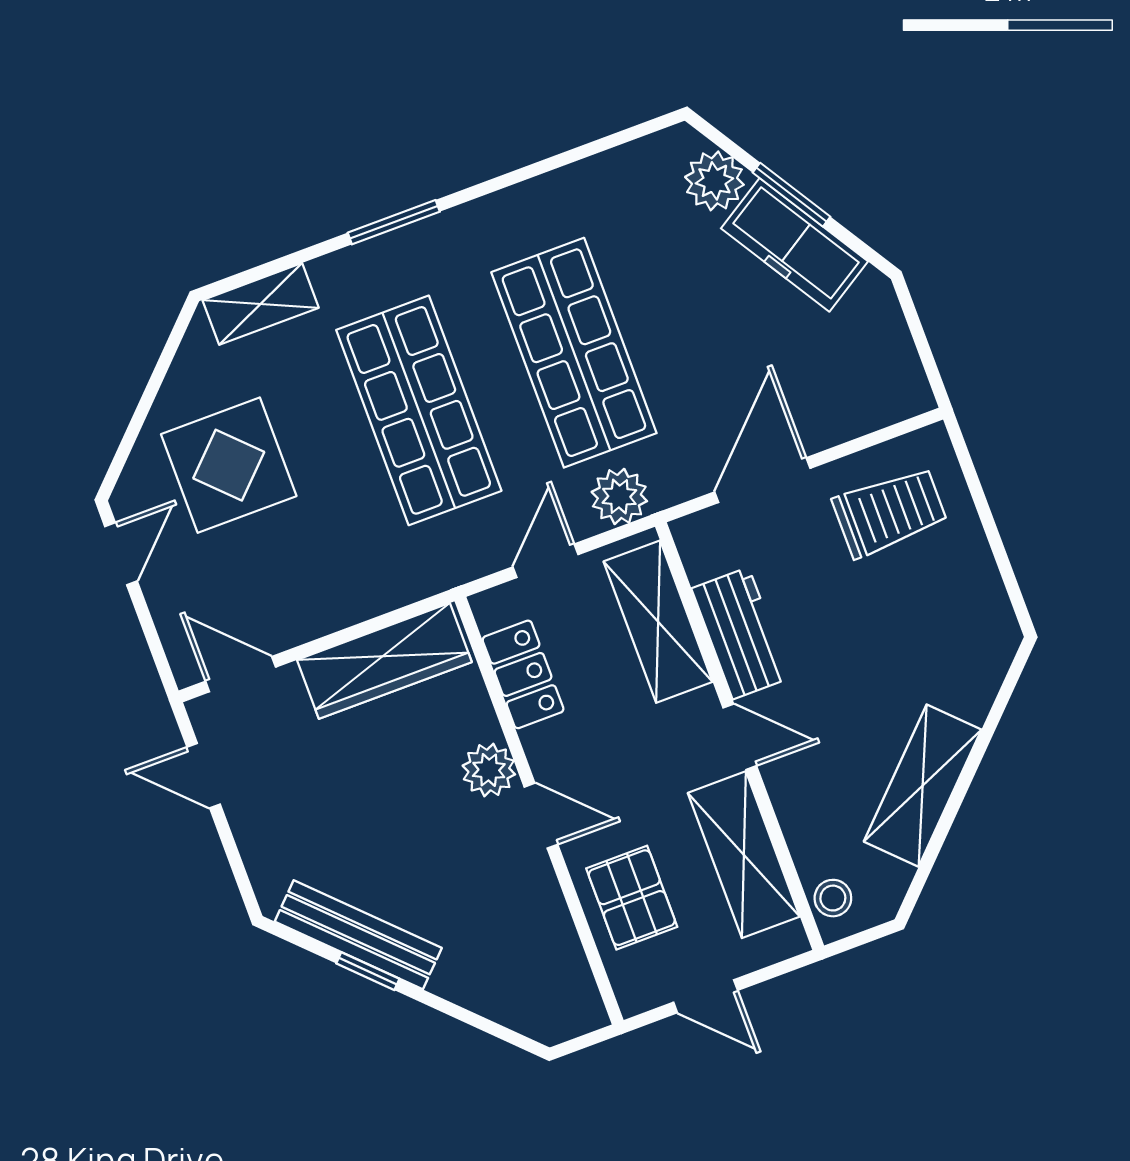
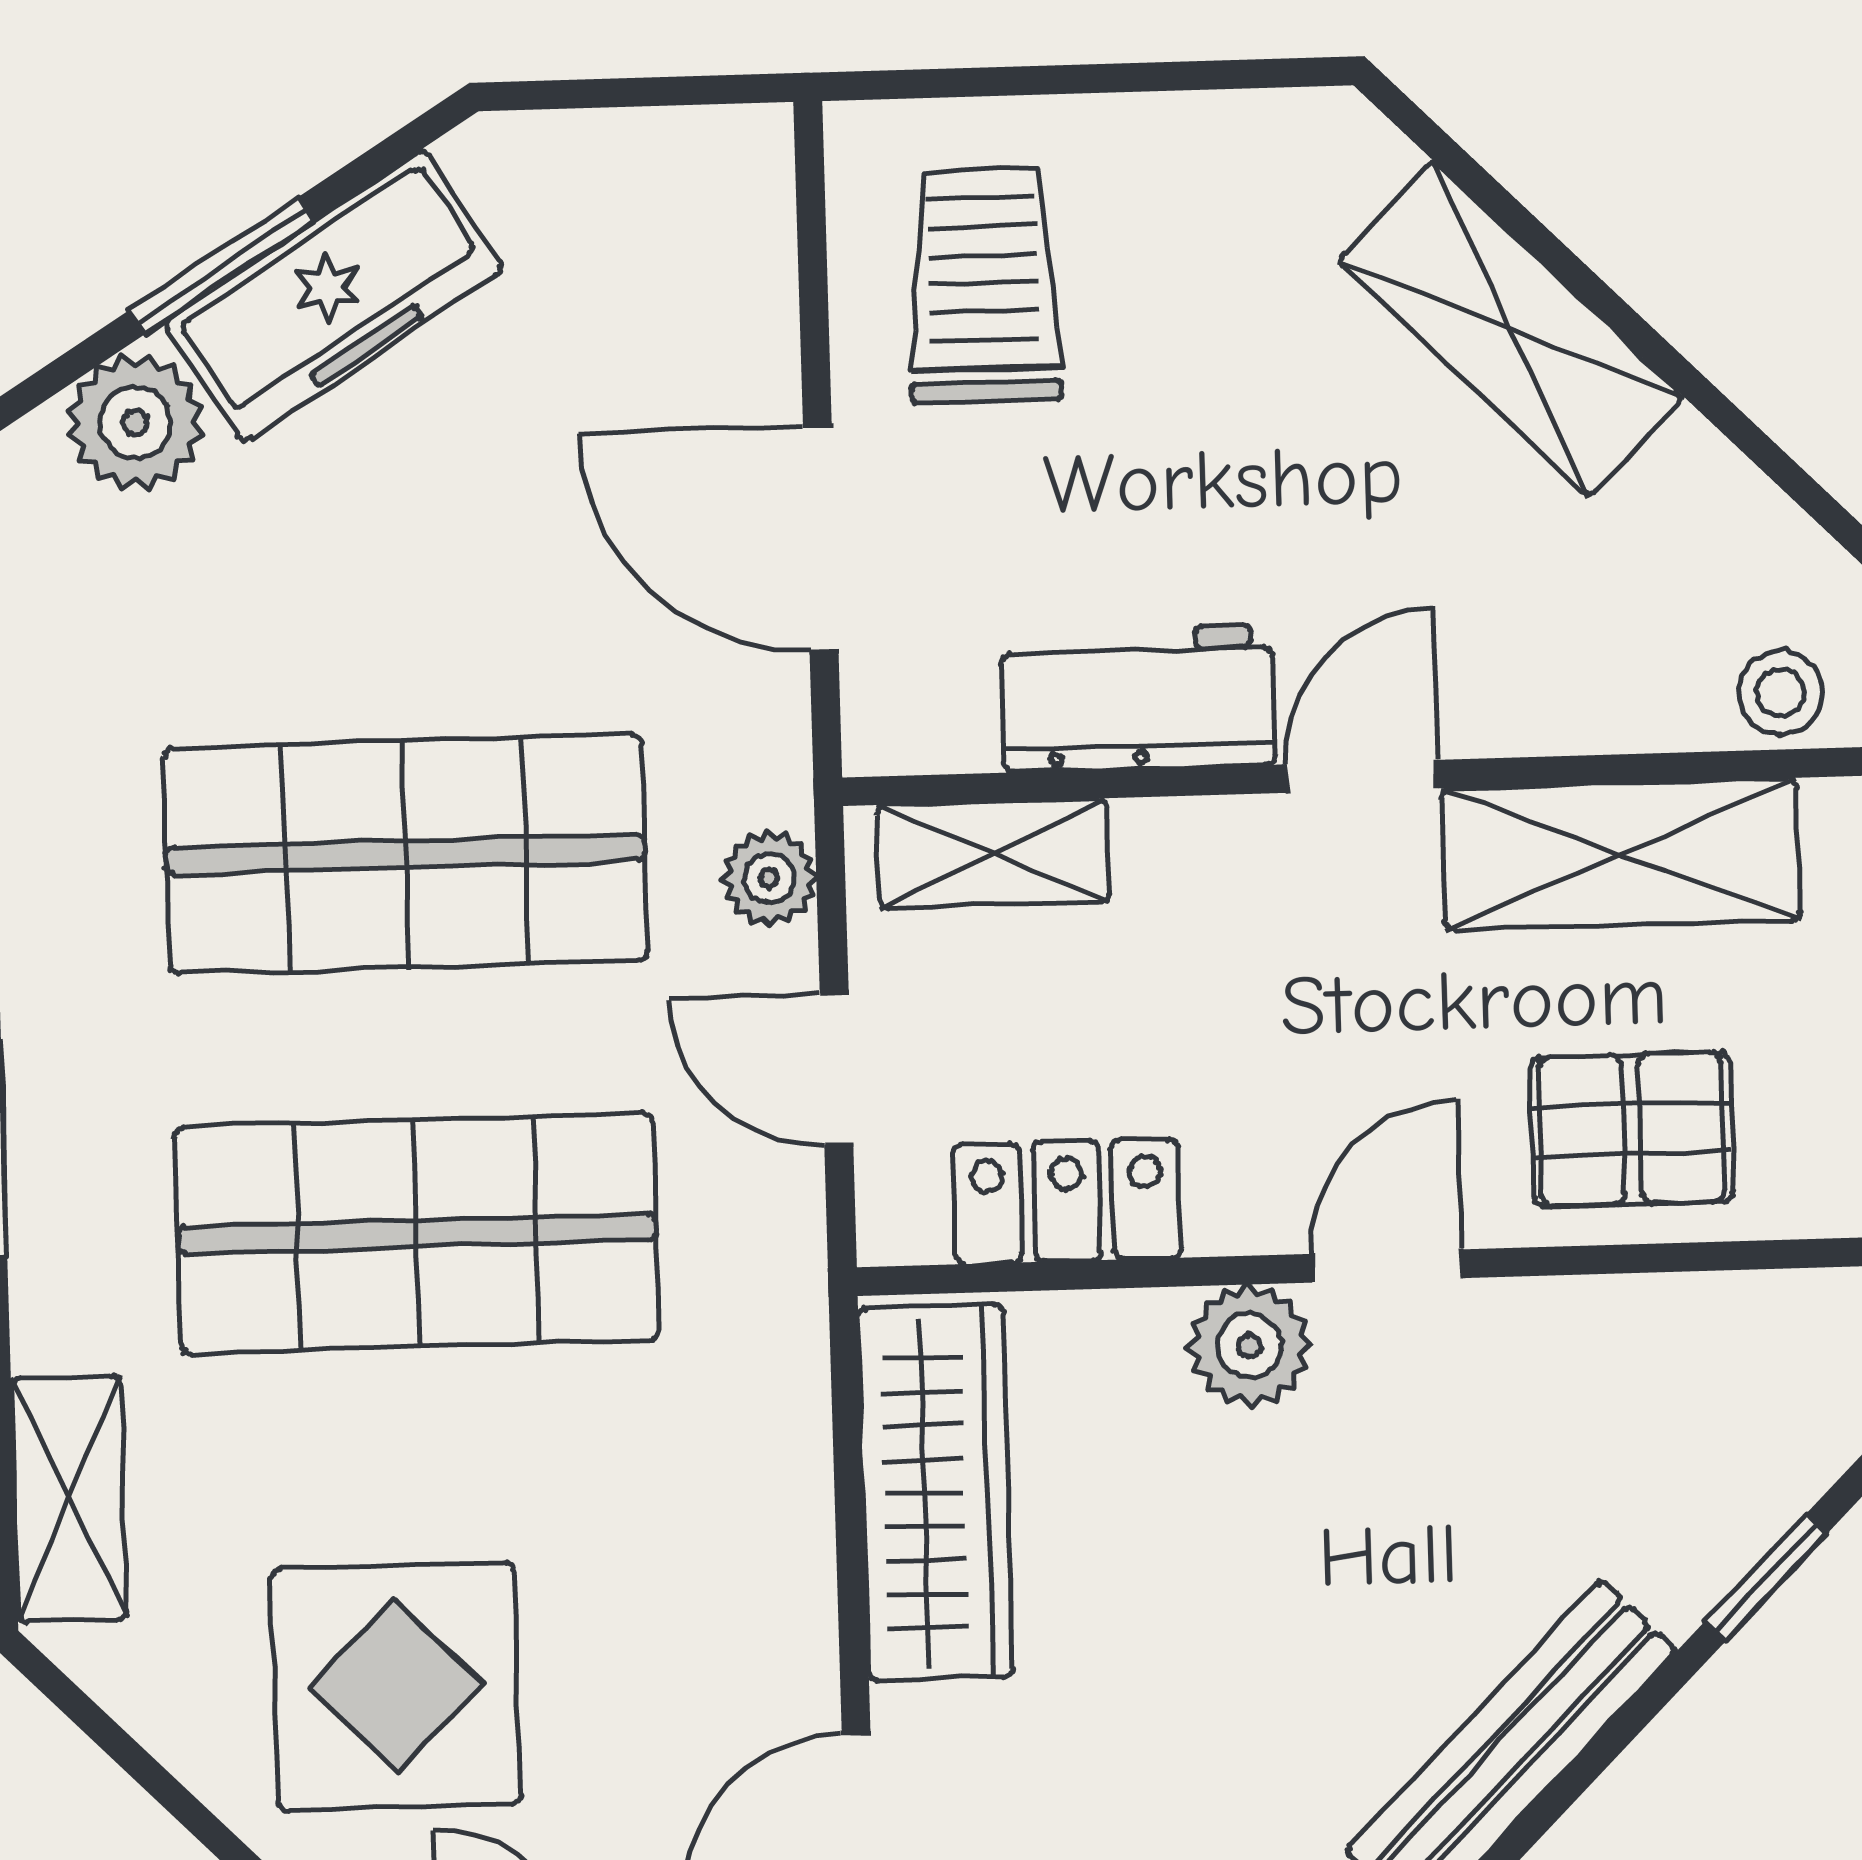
plant: (619, 496) -> (769, 878), width x0.73, depth x0.73
shelving: (658, 622) -> (993, 854), width x0.67, depth x0.75
shelving: (923, 786) -> (1511, 329), moved
window: (368, 971) -> (1766, 1578), moved

